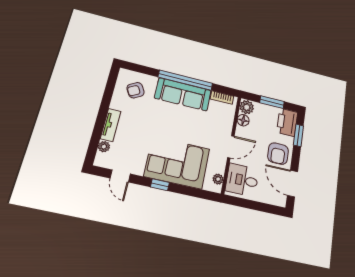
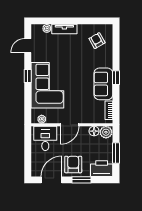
window: (185, 80) -> (116, 78), width x0.32
sofa: (183, 94) -> (103, 84), width x0.73
window: (299, 135) -> (81, 180), moved
door: (231, 147) -> (70, 125), hinge flipped
armchair: (278, 154) -> (73, 164), turned 90

